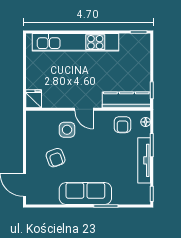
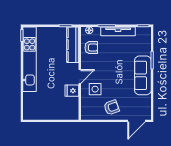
kitchen unit: (75, 42) -> (30, 59), moved
fridge: (34, 99) -> (72, 91), moved
armchair: (56, 158) -> (112, 107), moved

